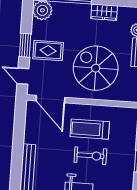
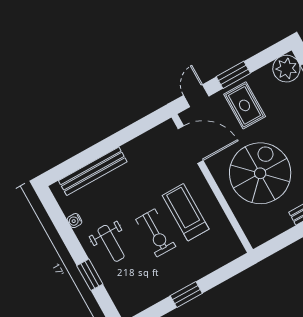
door: (50, 99) -> (191, 145), swing flipped

